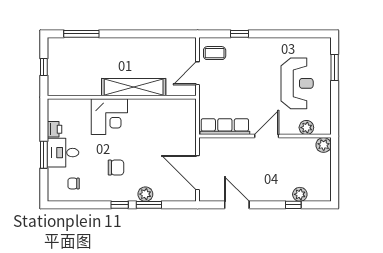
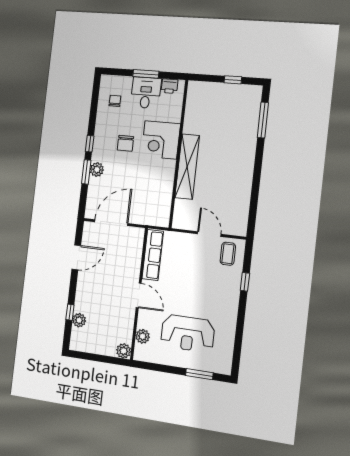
shelving: (134, 87) -> (187, 167), moved
wall: (122, 97) -> (178, 154), moved
corner desk: (109, 117) -> (161, 140), moved

